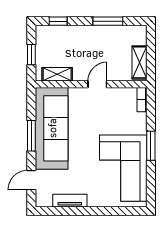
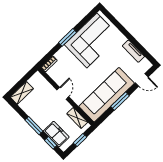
window: (108, 21) -> (34, 126), moved
freezer: (62, 36) -> (56, 134), added
shelving: (140, 62) -> (22, 93), moved
door: (97, 84) -> (63, 93), swing flipped

